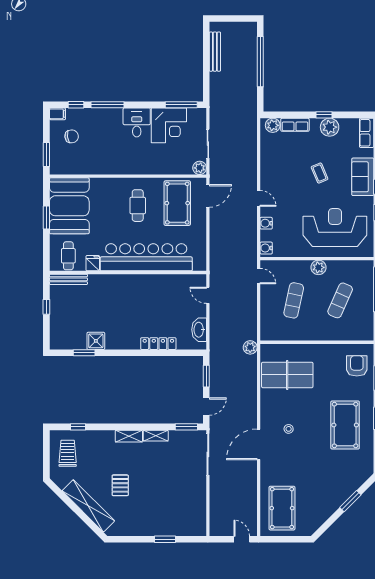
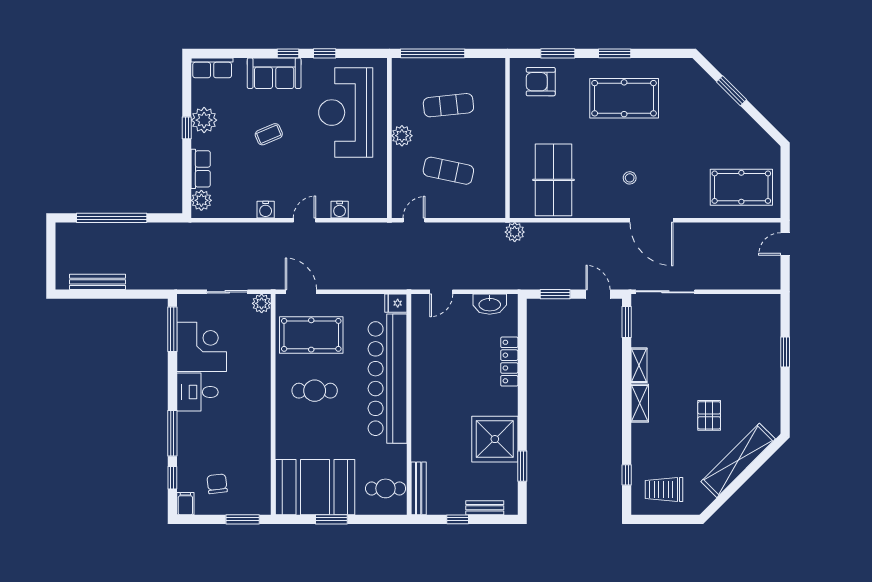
water cooler: (266, 248) -> (266, 210), moved
fridge: (93, 263) -> (396, 303), moved
exercise mat: (340, 300) -> (448, 105), turned -30
bench: (55, 326) -> (485, 508), added
shower: (96, 341) -> (495, 439), width x1.86, depth x1.86
pallet: (120, 485) -> (709, 415), turned 90

